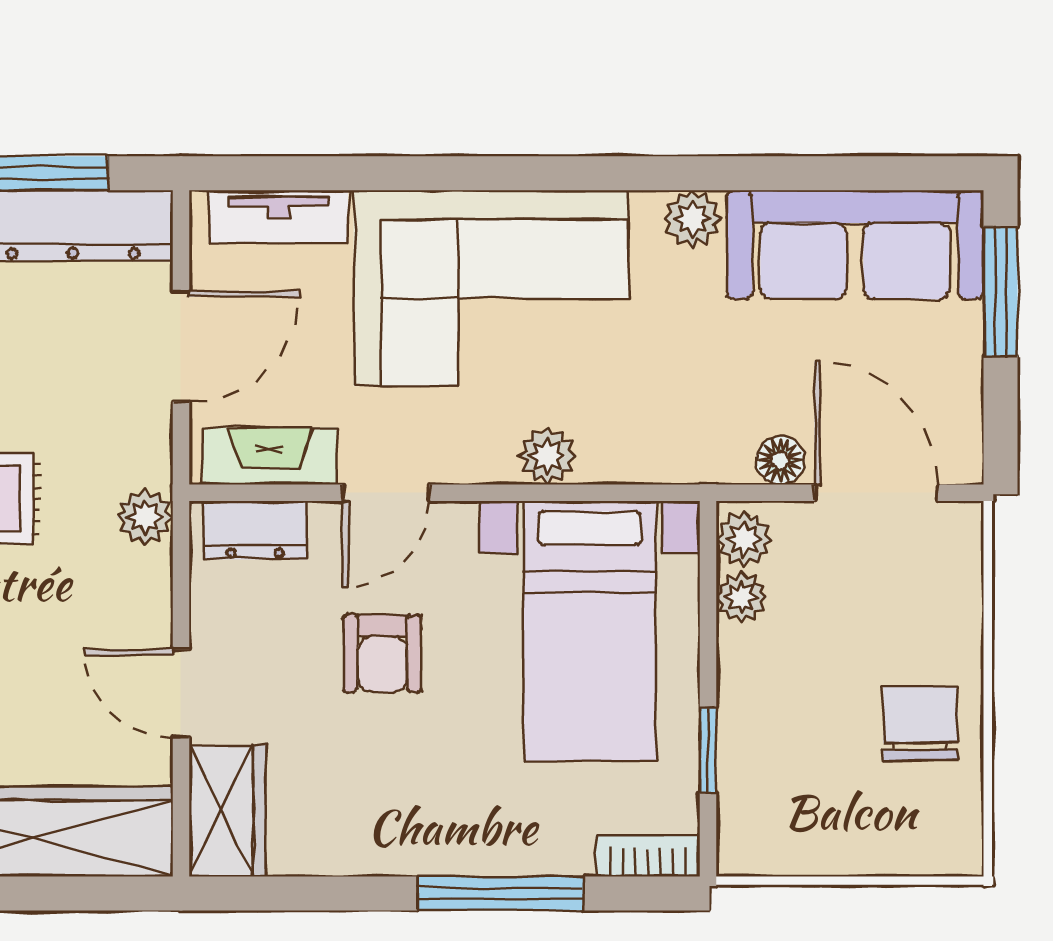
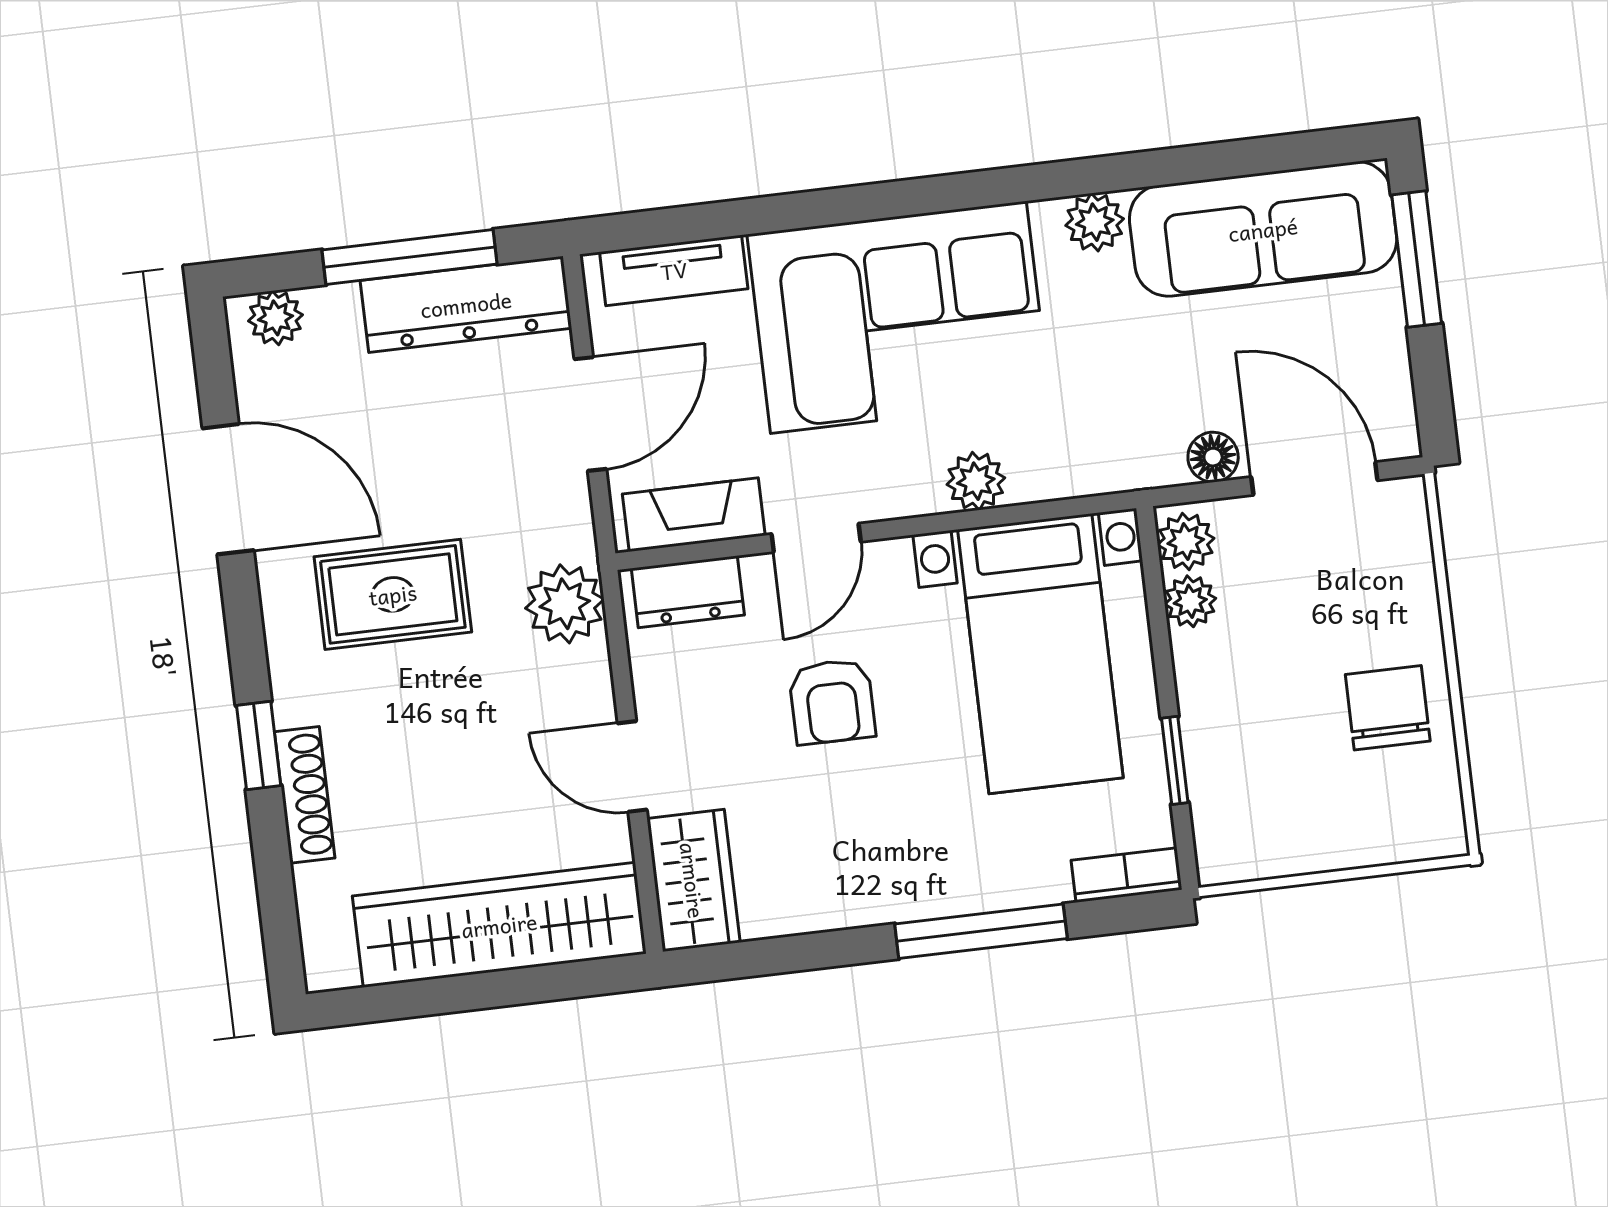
plant: (145, 517) -> (565, 604), width x1.38, depth x1.38

